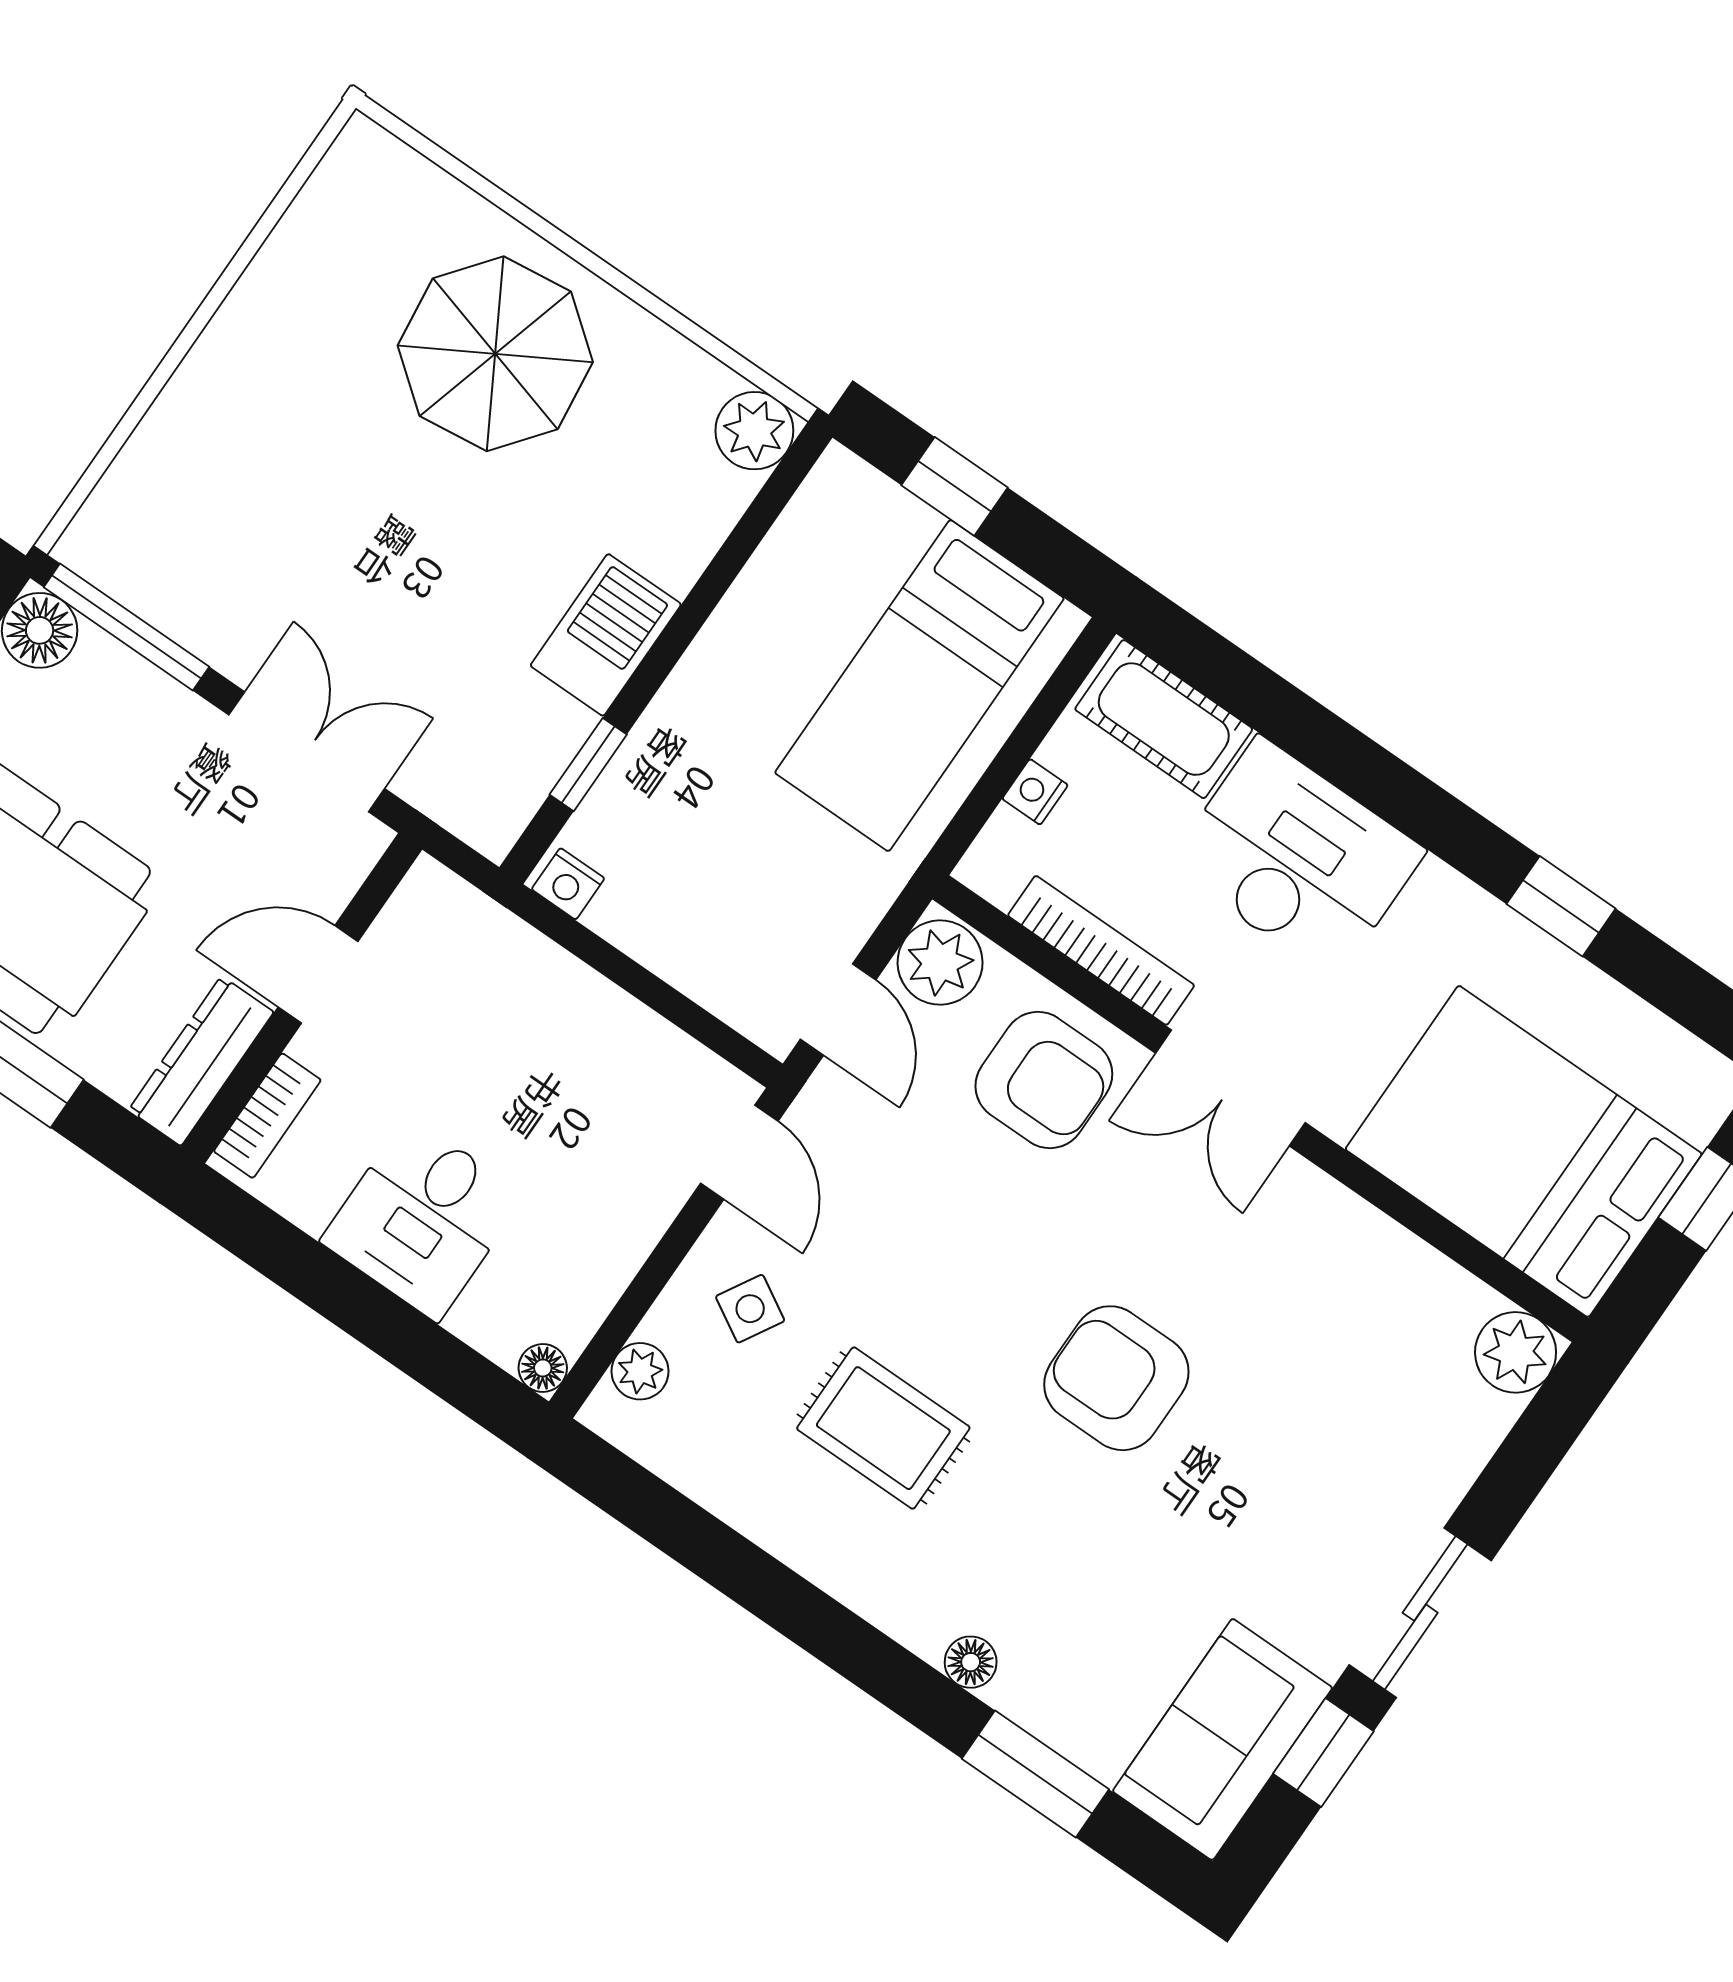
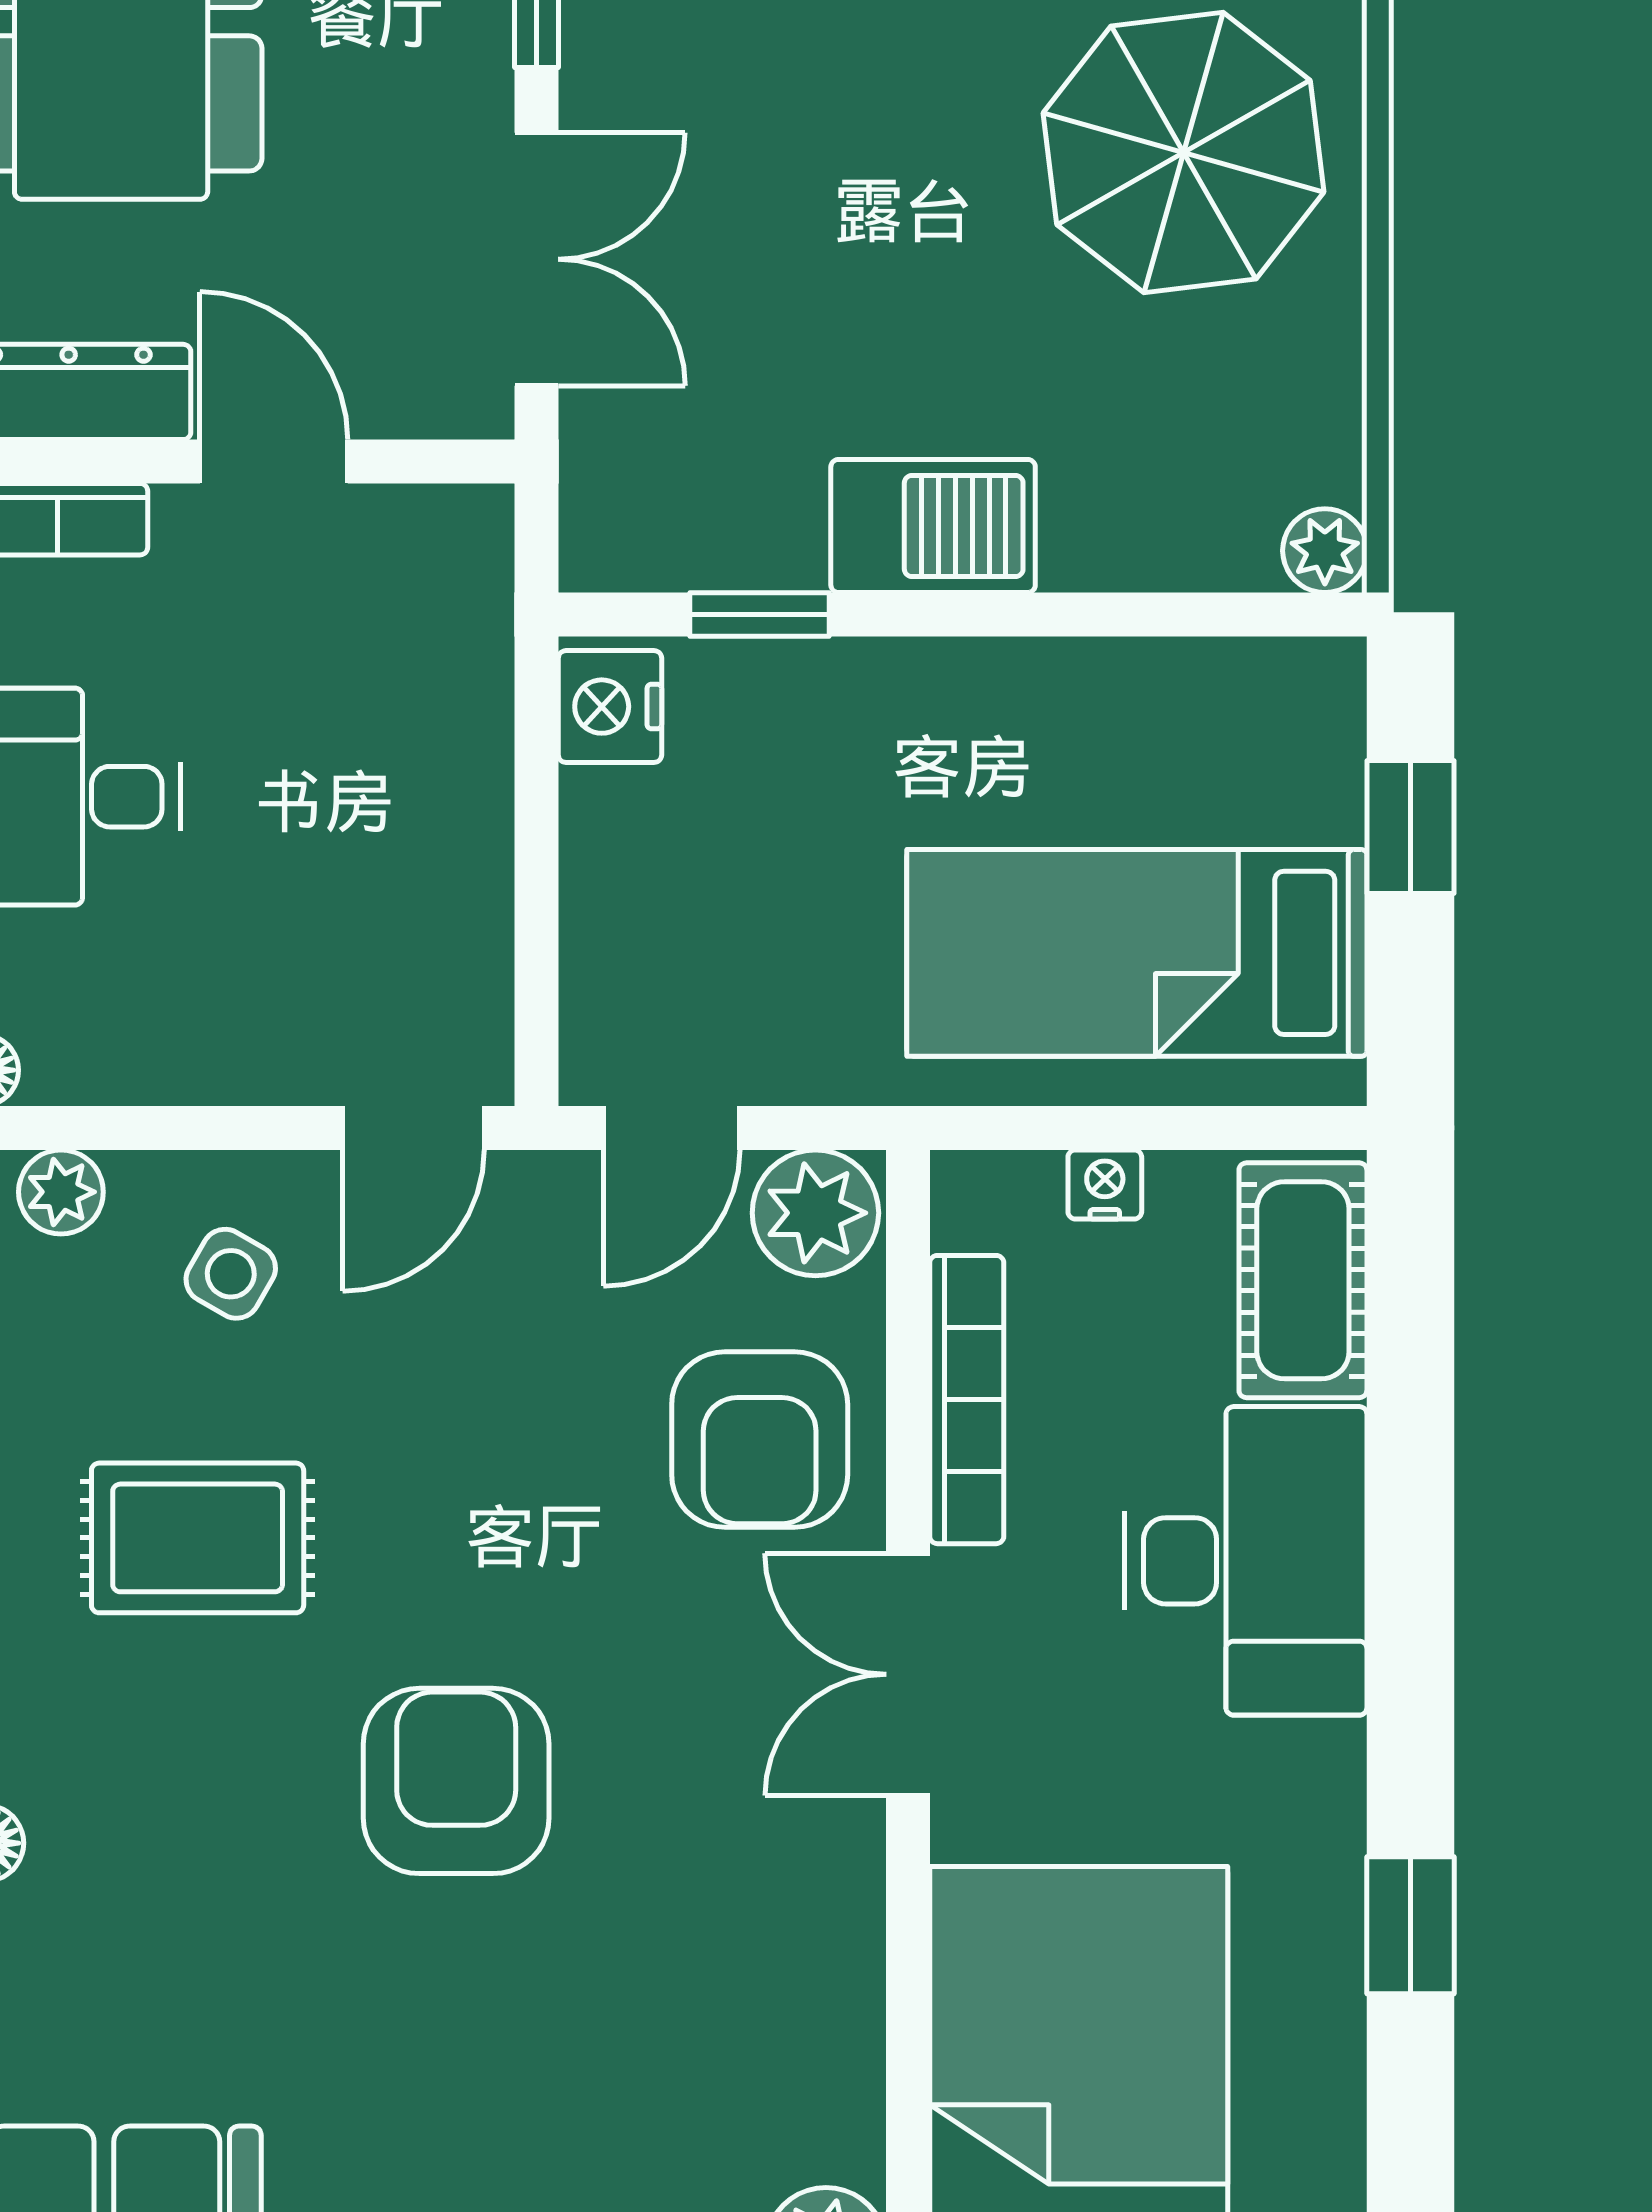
plant: (754, 431) -> (1325, 551), width x0.73, depth x0.73
nightstand: (568, 884) -> (610, 707), width x1.39, depth x1.35
rug: (883, 1428) -> (198, 1538), turned 90

